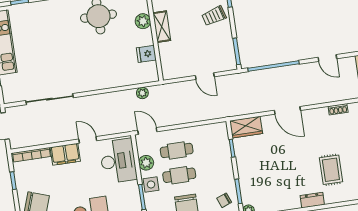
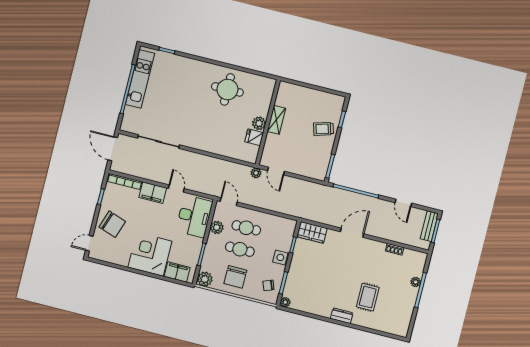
plant: (143, 21) -> (259, 123), moved
door: (205, 76) -> (276, 171), moved
plant: (142, 93) -> (256, 173), moved
door: (287, 110) -> (352, 233), swing flipped
side table: (151, 184) -> (280, 257), moved

